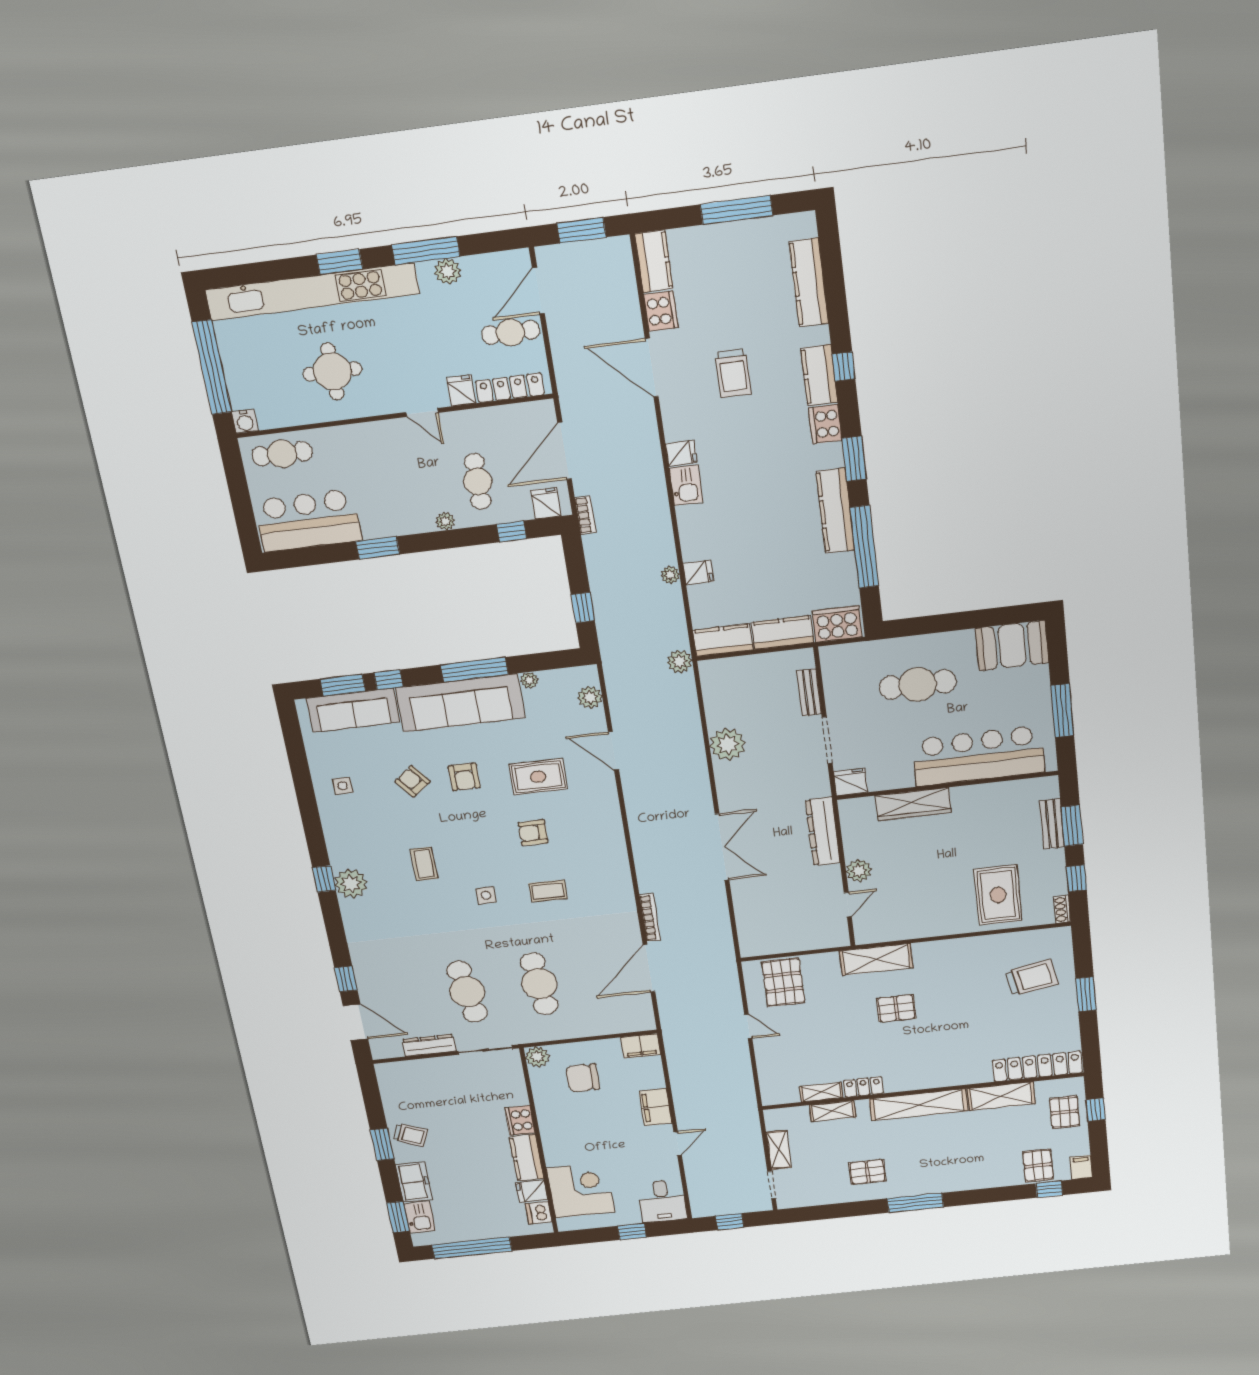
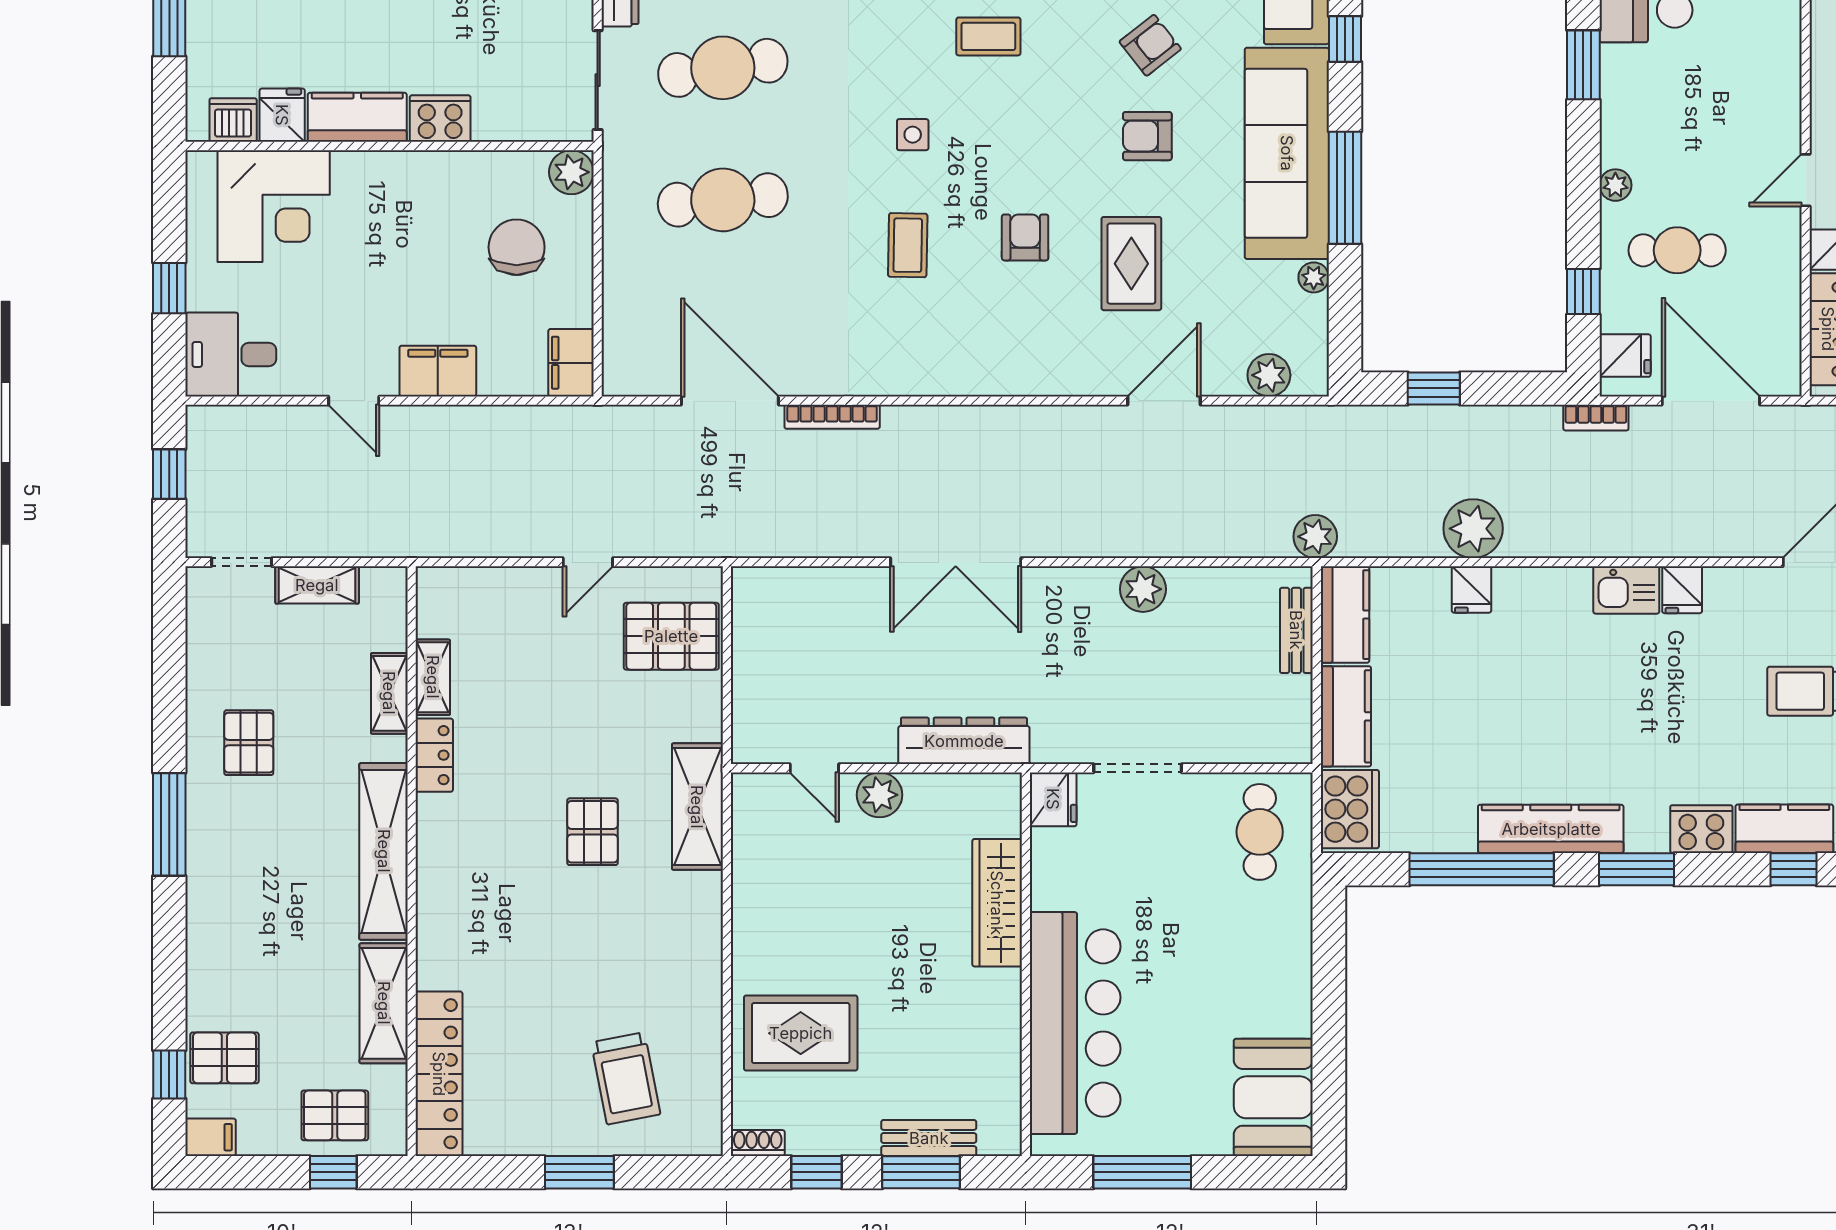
plant: (670, 575) -> (1473, 529), width x1.88, depth x1.88
cafe table: (918, 684) -> (1260, 832), moved, width x0.73, depth x0.74
bench: (809, 692) -> (1296, 630), moved, turned 90
plant: (728, 744) -> (1143, 589), width x0.73, depth x0.73

